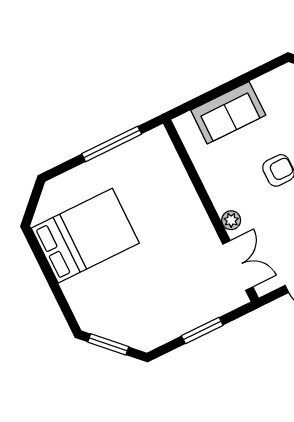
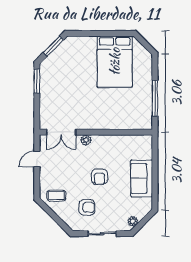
sofa: (228, 113) -> (142, 178), moved
window: (202, 330) -> (37, 81), moved

